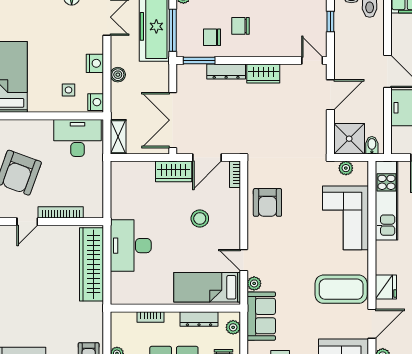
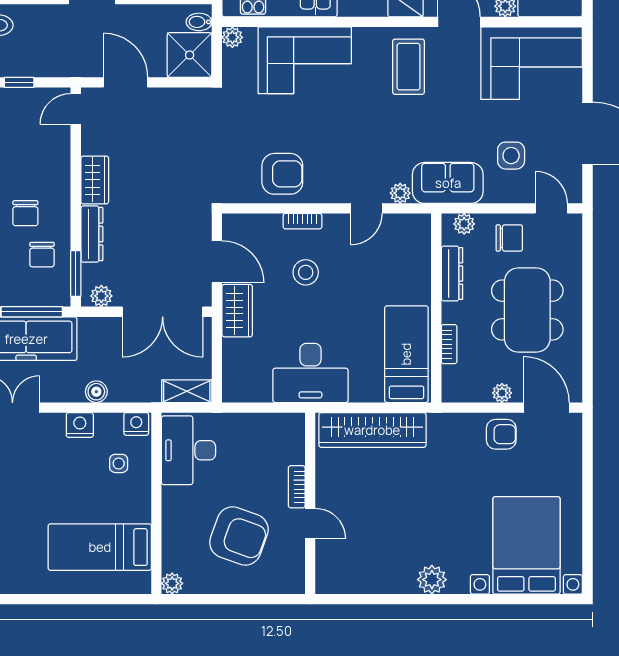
plant: (184, 78) -> (101, 296), added
plant: (346, 168) -> (232, 37), moved
bookcase: (235, 174) -> (302, 221), moved
bookcase: (61, 212) -> (297, 487), width x0.64
desk: (131, 246) -> (310, 373), moved
bed: (207, 287) -> (406, 354), moved, turned 180
coffee table: (341, 289) -> (409, 67), width x0.73, depth x0.76

